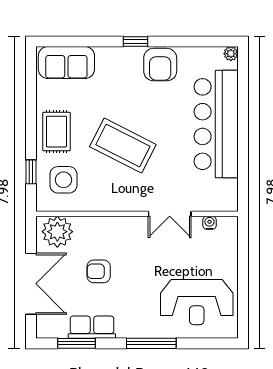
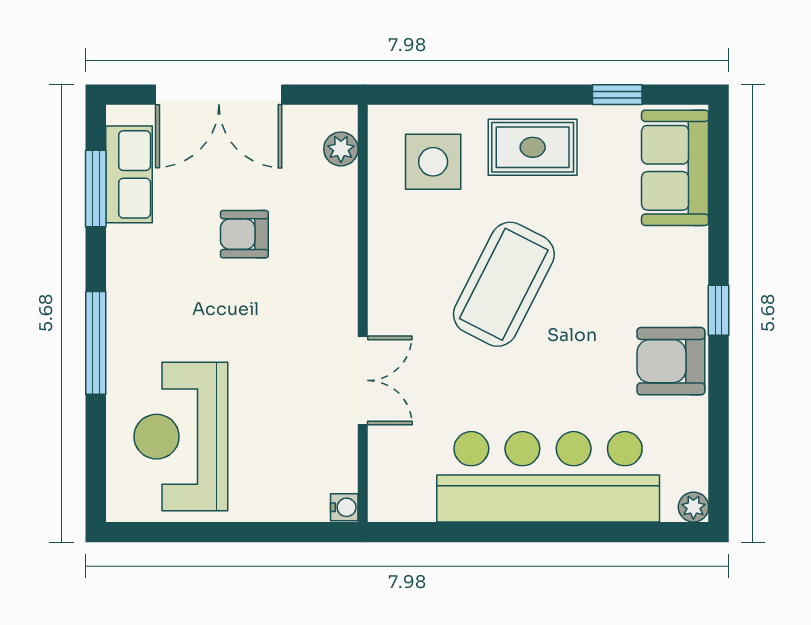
window: (31, 172) -> (617, 95), moved
double door: (170, 214) -> (363, 380), swing flipped
water cooler: (209, 223) -> (344, 507), moved
plant: (57, 232) -> (341, 149), width x0.53, depth x0.53
armchair: (99, 271) -> (244, 234), turned -90
row of seats: (92, 327) -> (129, 174), moved

